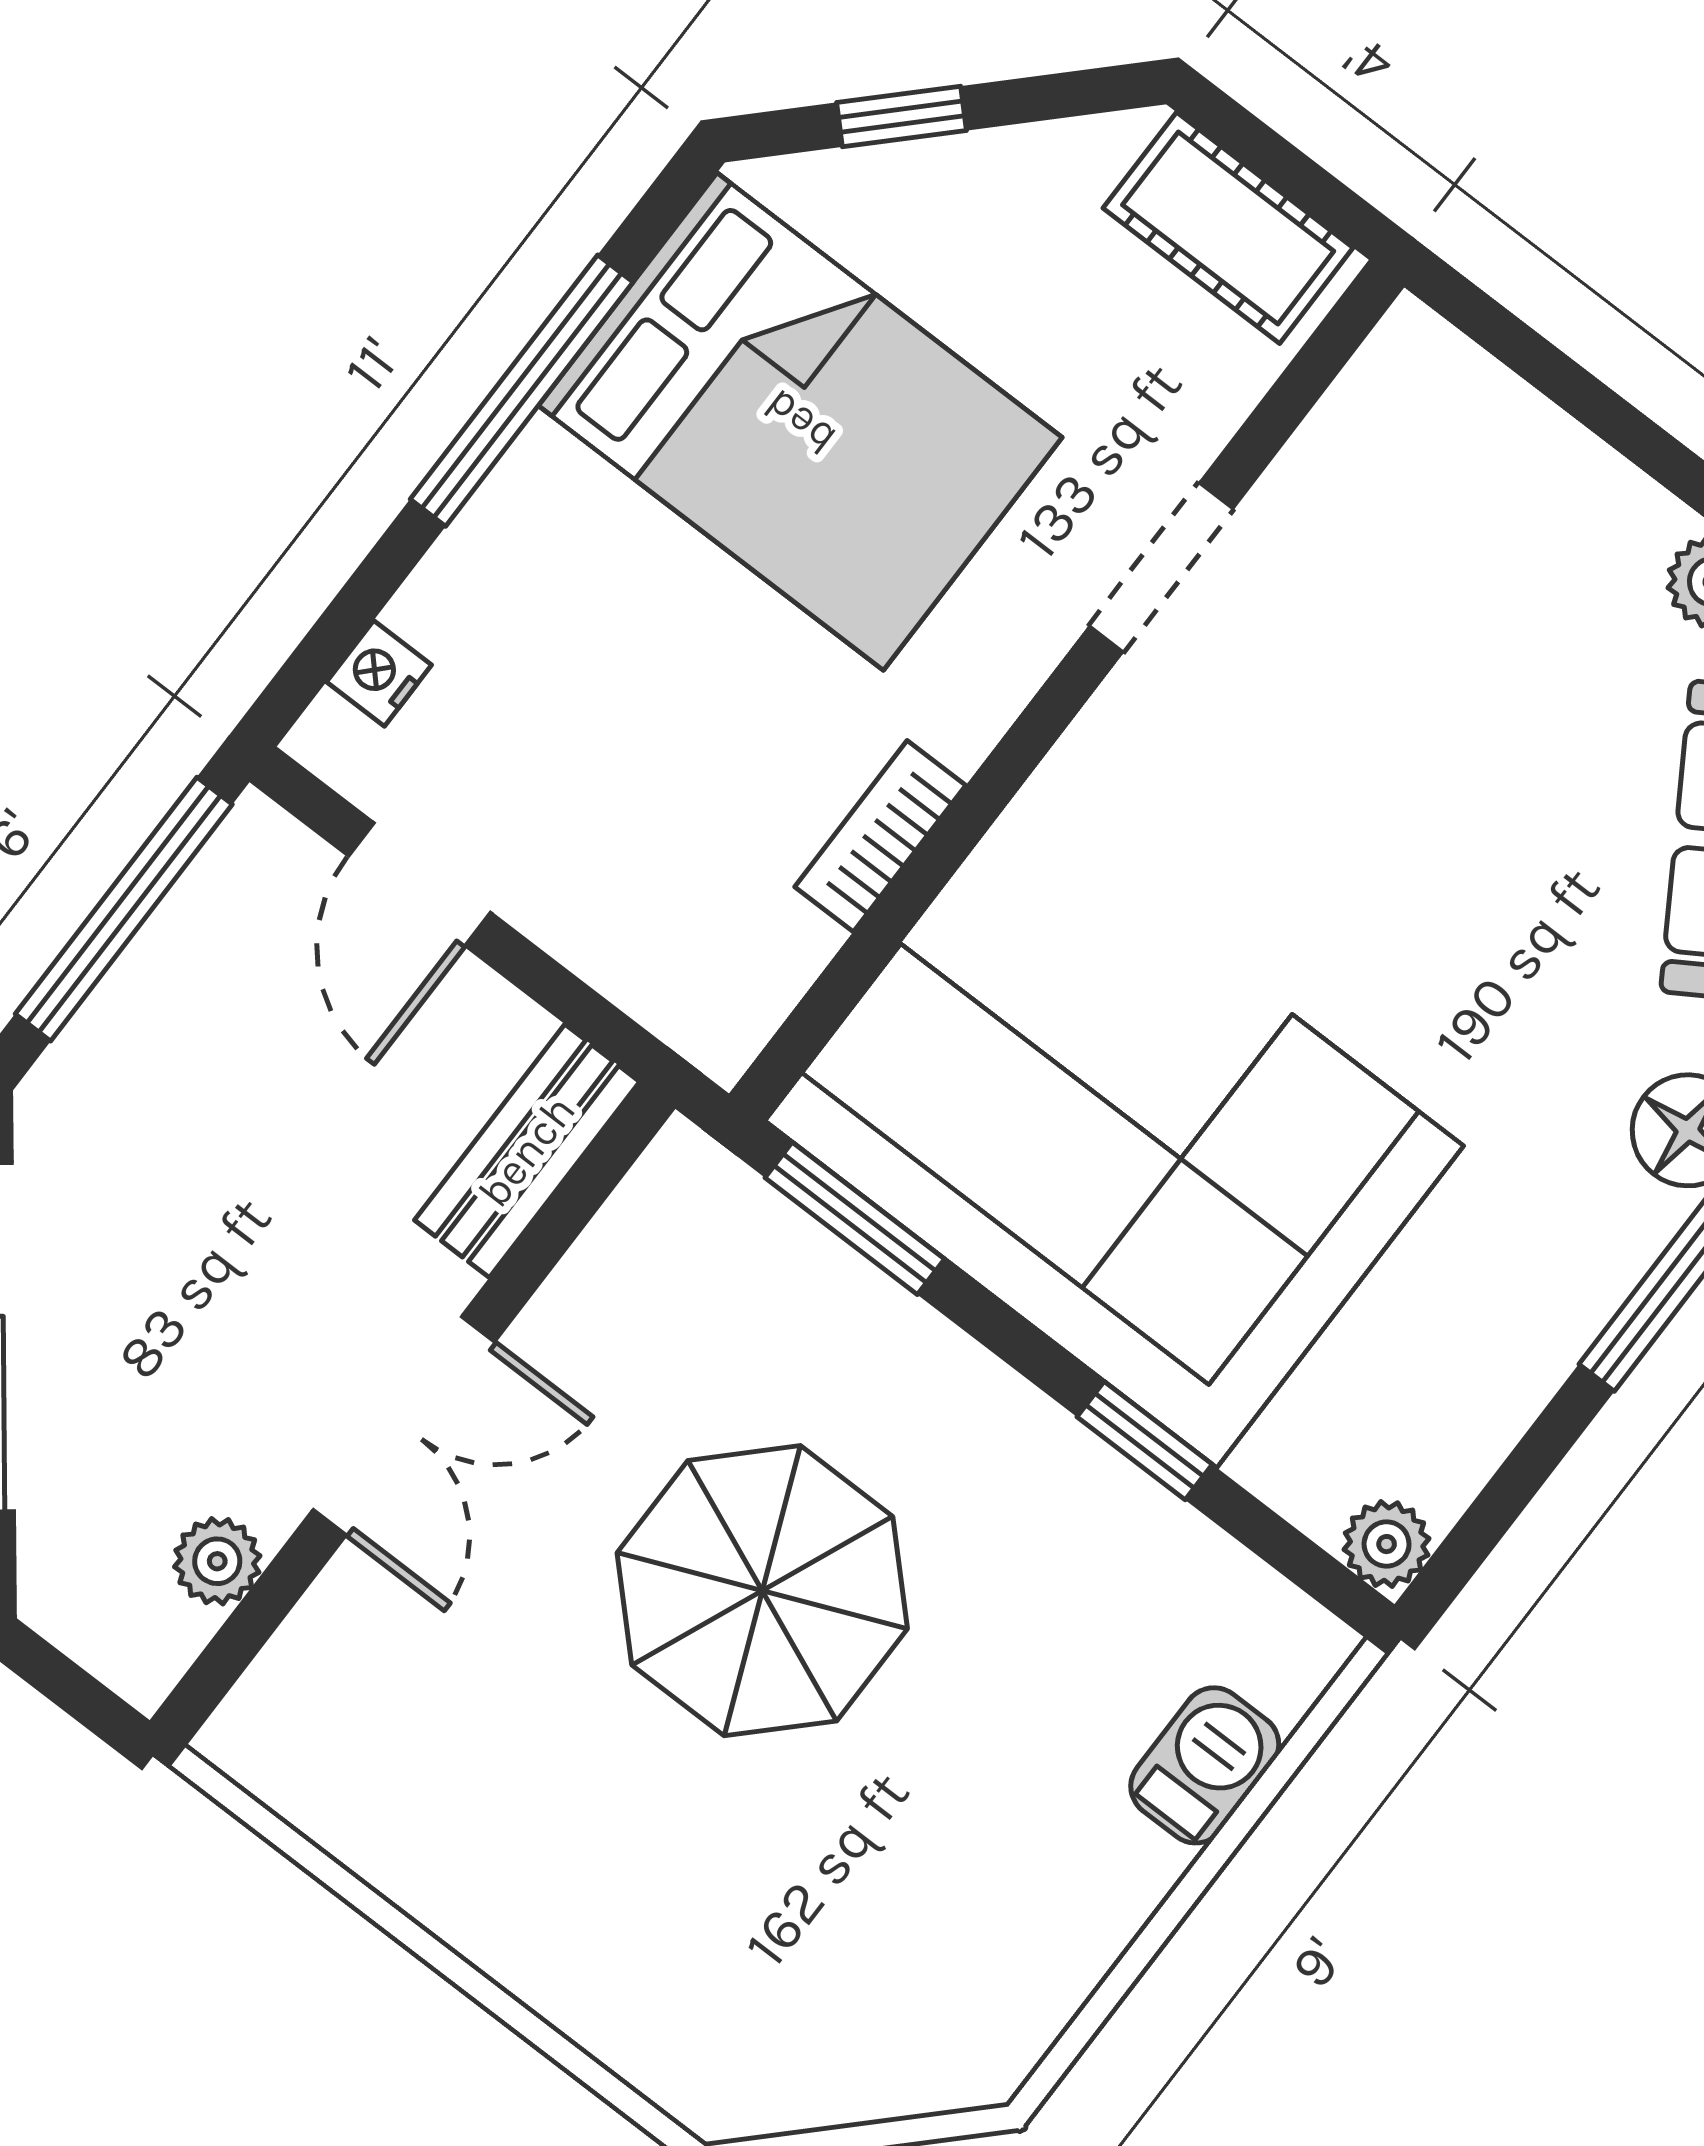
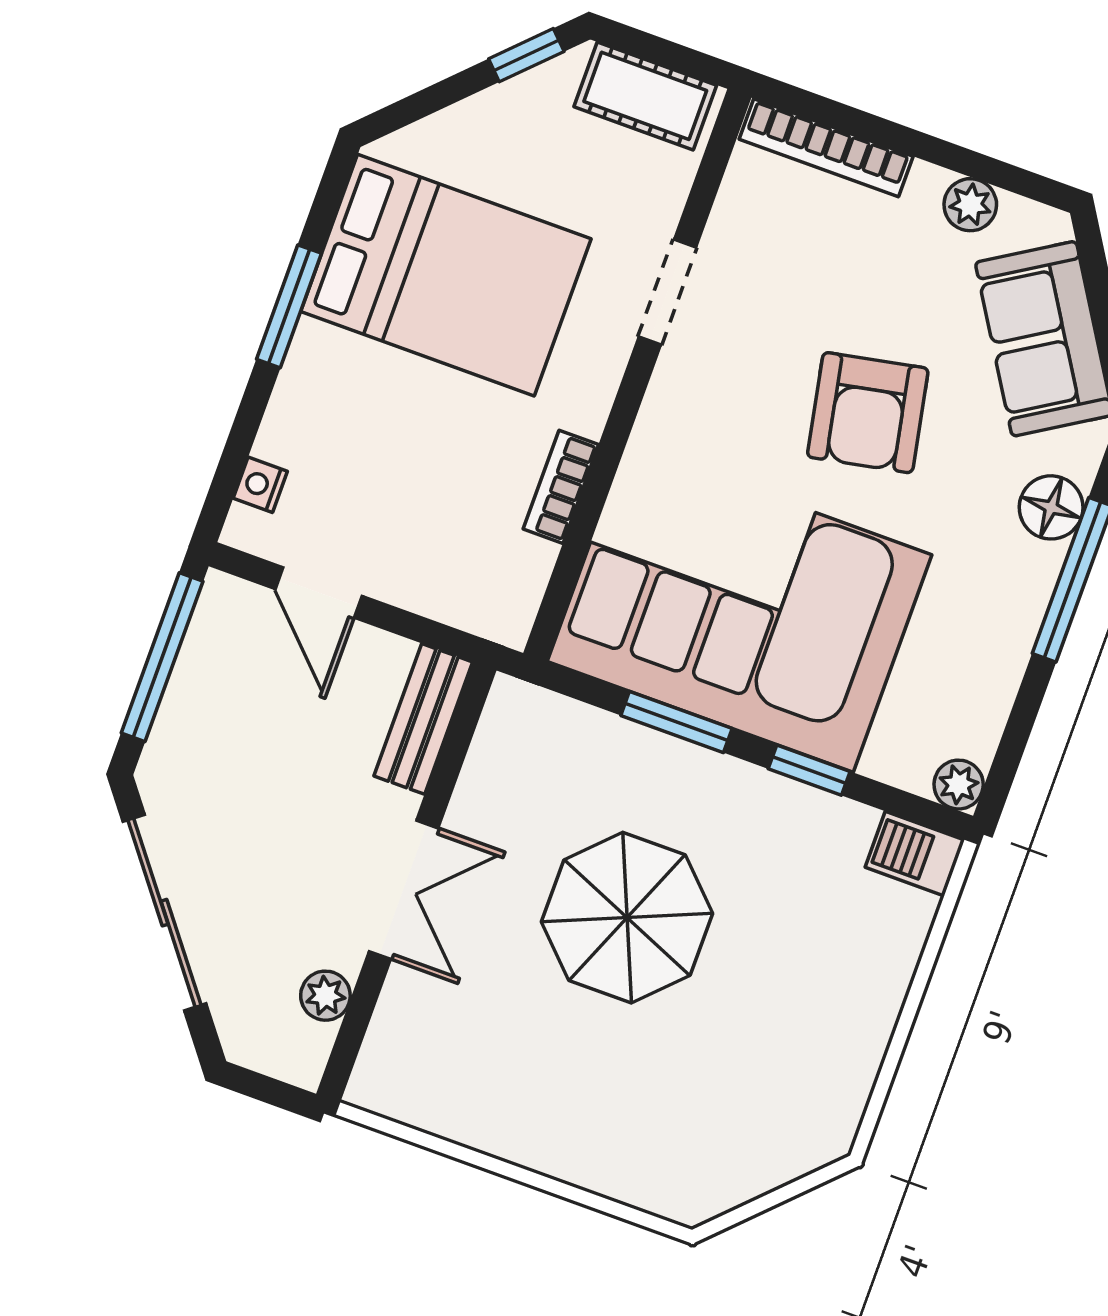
window: (902, 117) -> (526, 55), moved
window: (522, 391) -> (289, 306), width x0.69
bookcase: (1503, 410) -> (826, 148), added
armchair: (1432, 875) -> (868, 413), added
window: (855, 1218) -> (676, 722), moved
barbecue: (1205, 1765) -> (915, 854), moved, turned -90

